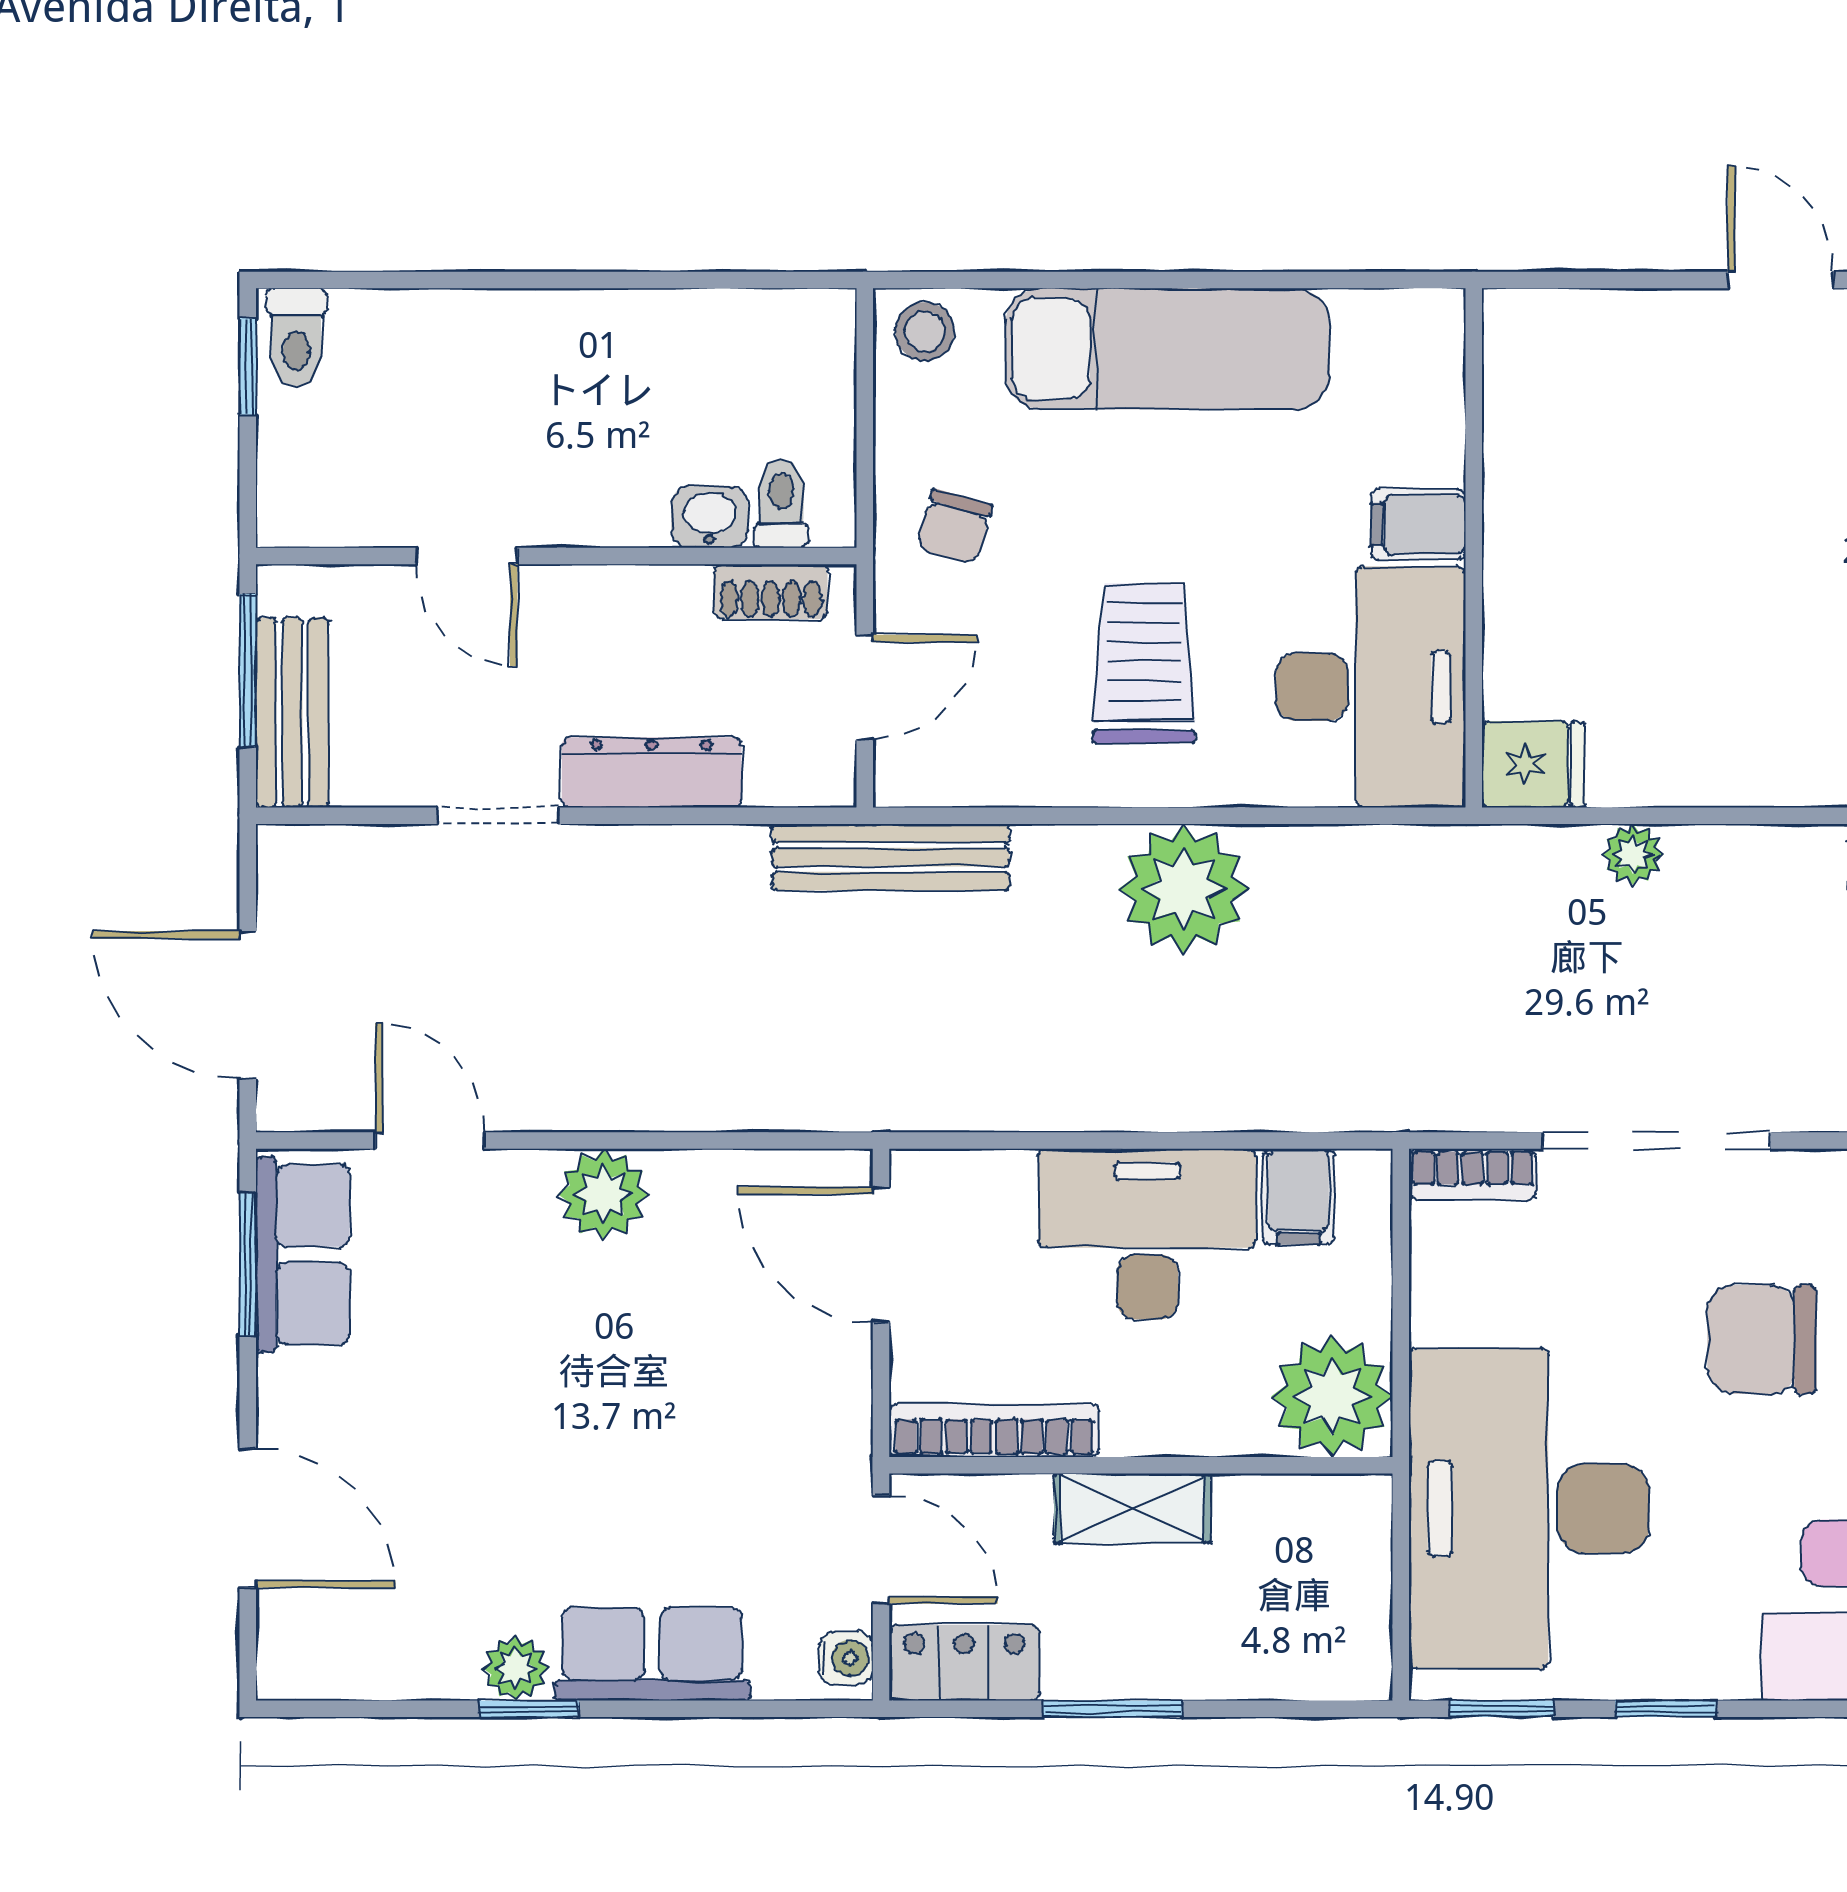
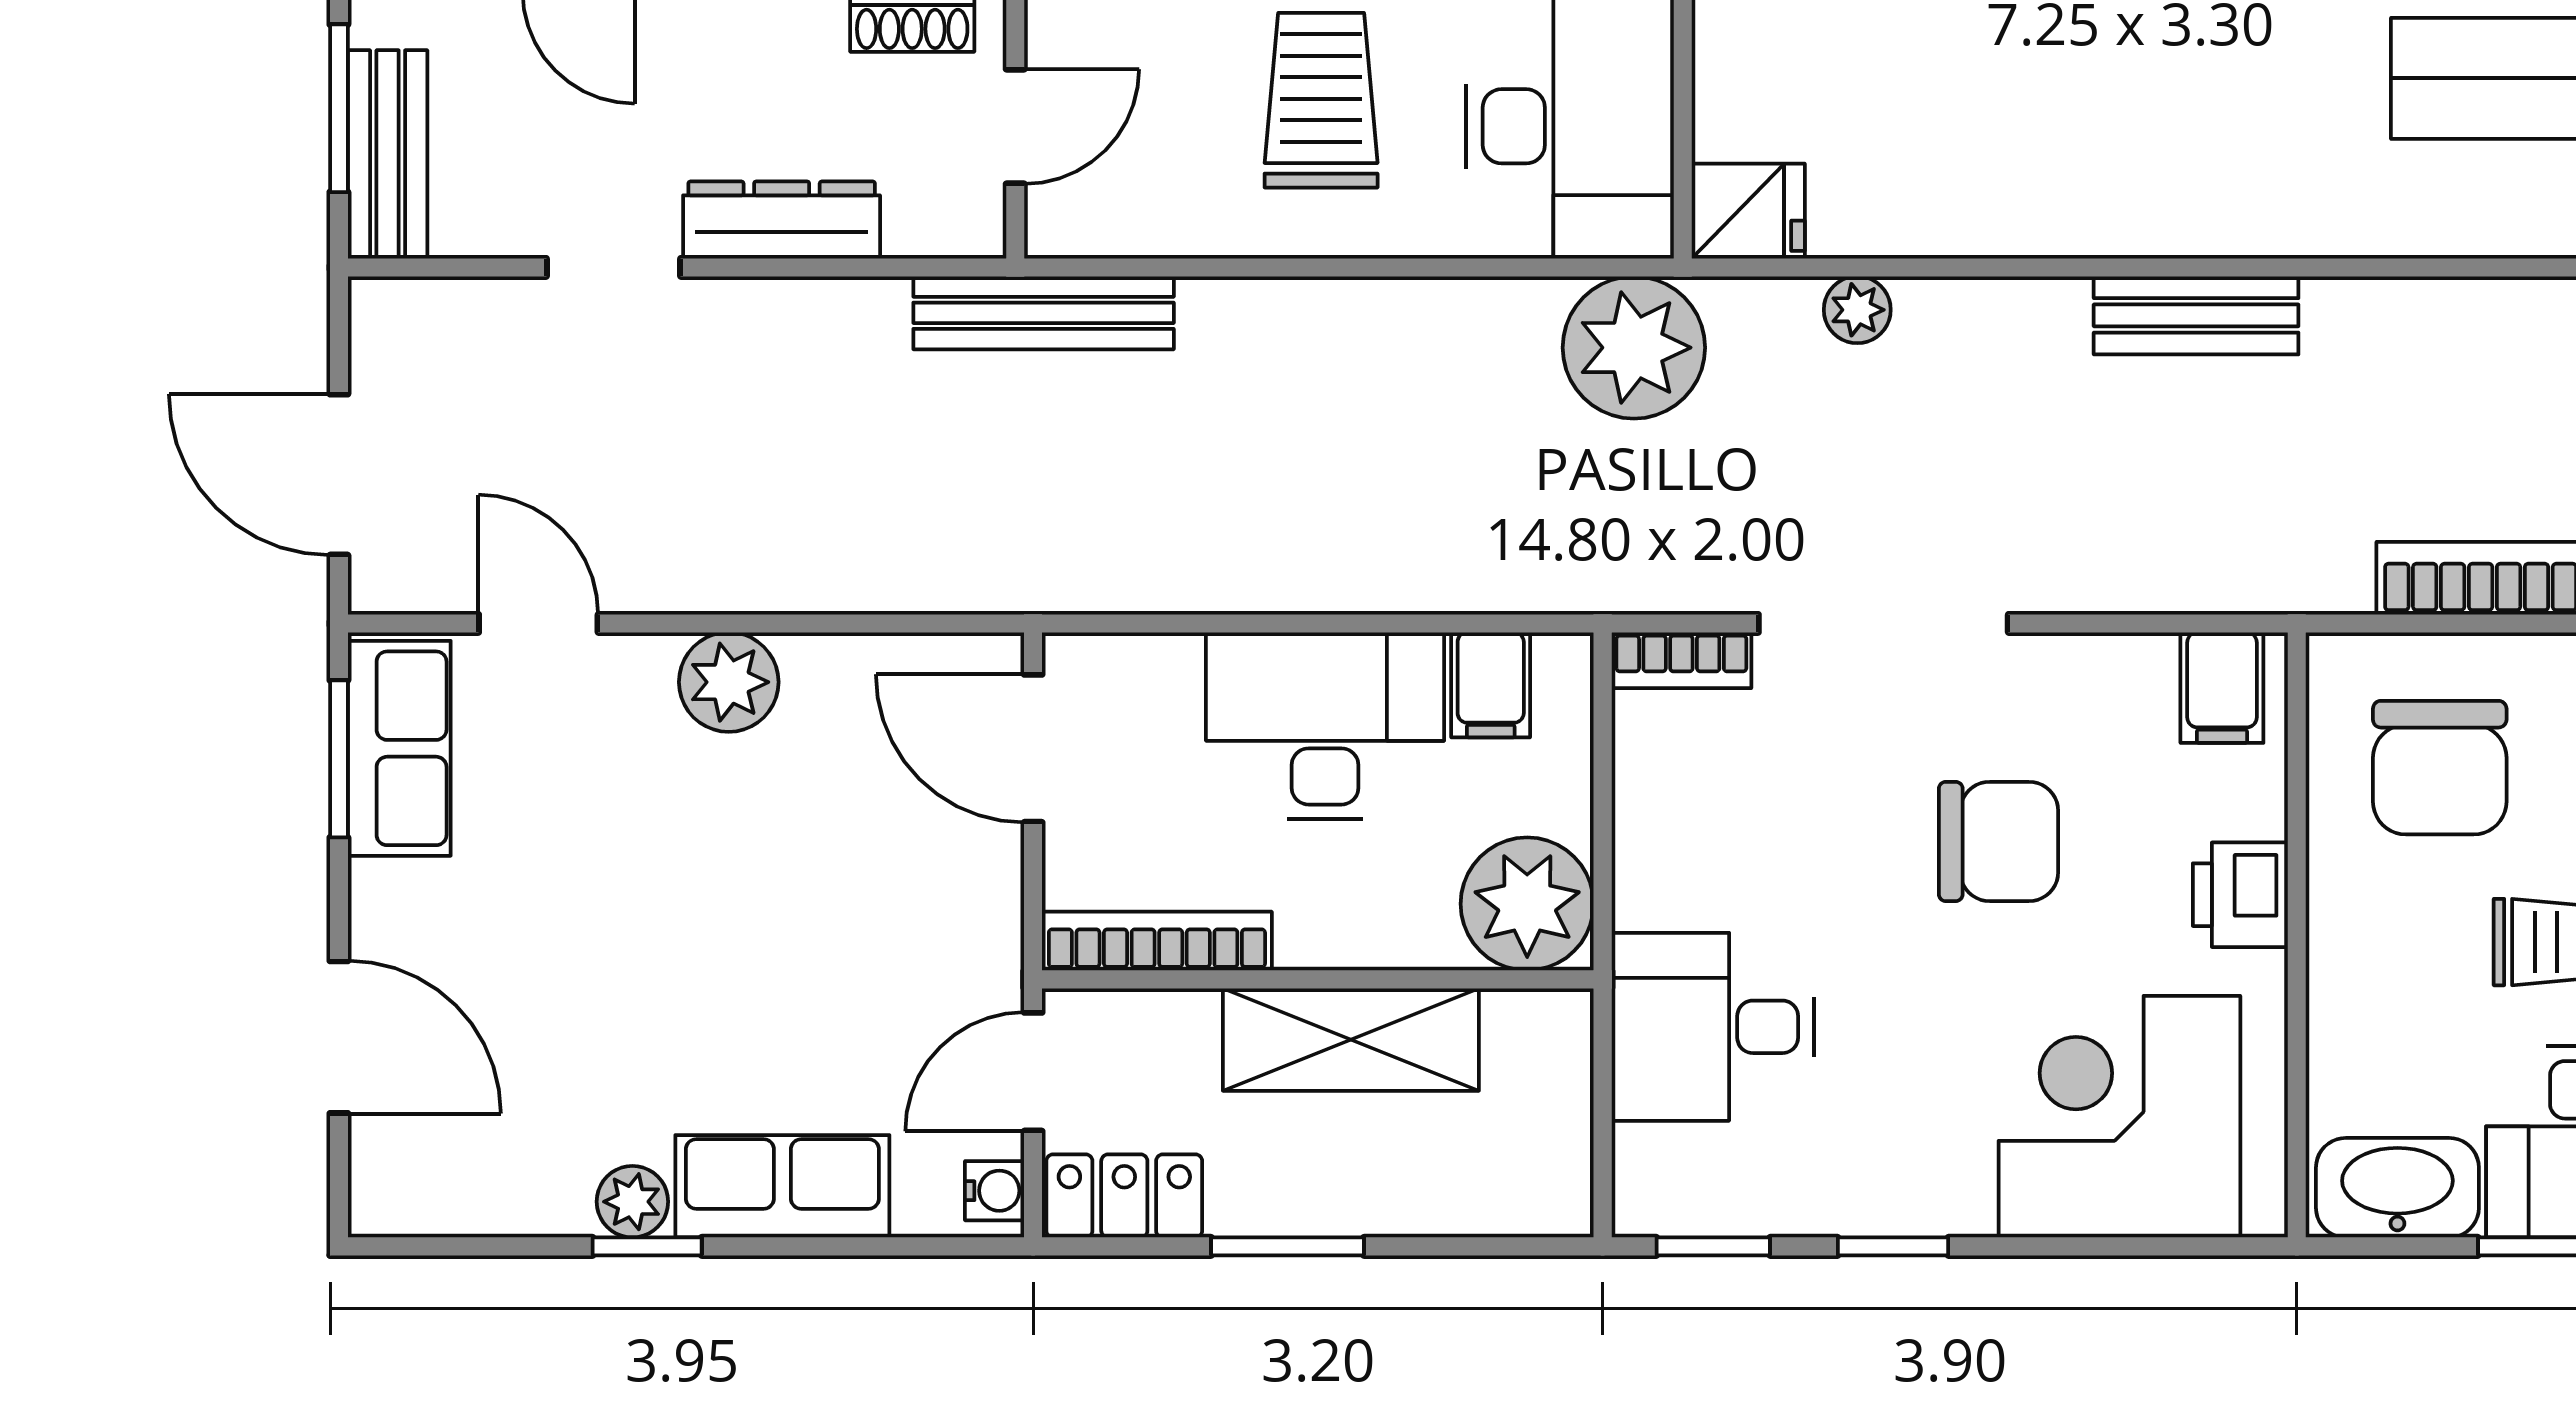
plant: (1184, 889) -> (1634, 348), moved
chair: (1762, 1339) -> (1998, 841), turned 180
shelving: (1132, 1508) -> (1351, 1040), width x1.50, depth x1.33
desk: (1529, 1509) -> (1713, 1027), width x0.53, depth x0.77
door: (881, 1549) -> (1033, 1072), swing flipped

